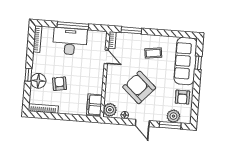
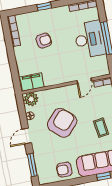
floor lamp: (38, 81) -> (41, 18), removed
plant: (173, 116) -> (42, 166), removed

